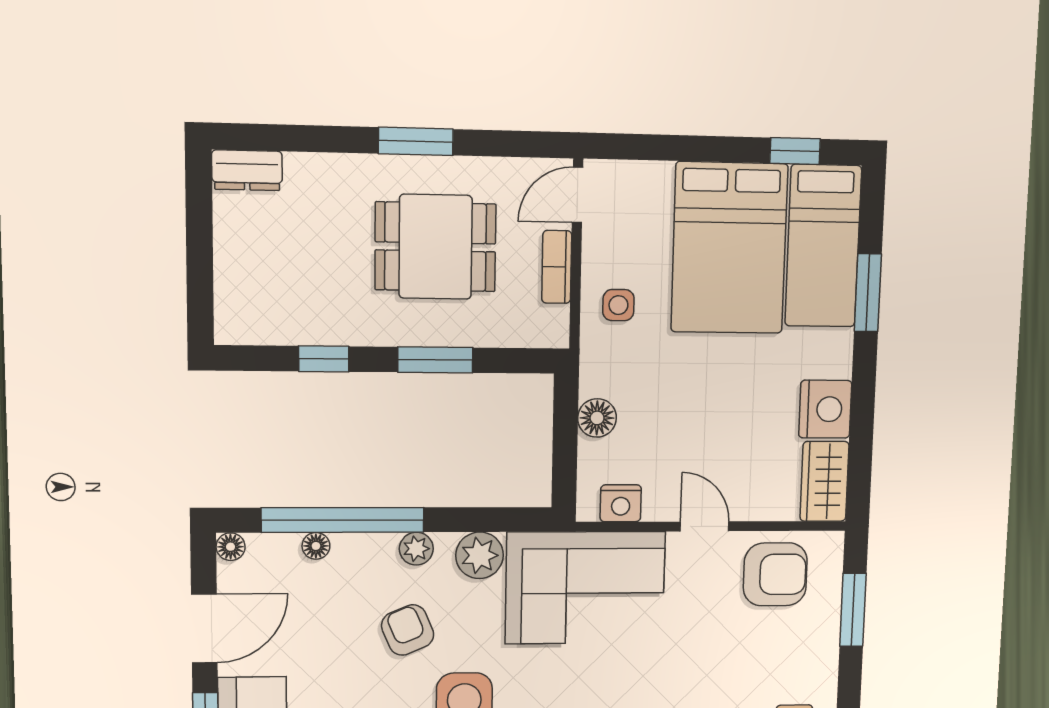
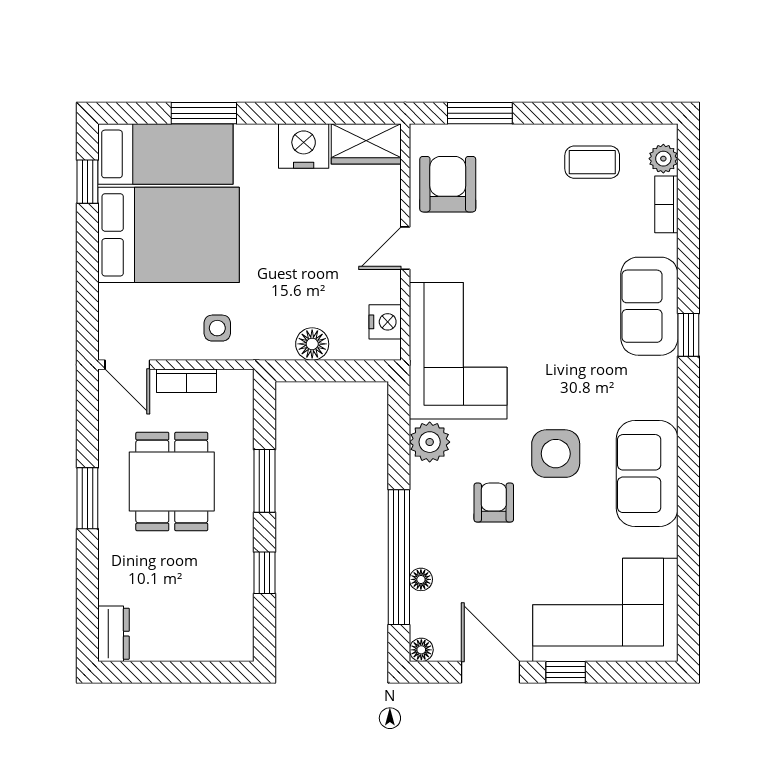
plant: (416, 549) -> (424, 496), removed
armchair: (408, 630) -> (494, 502), turned 113

